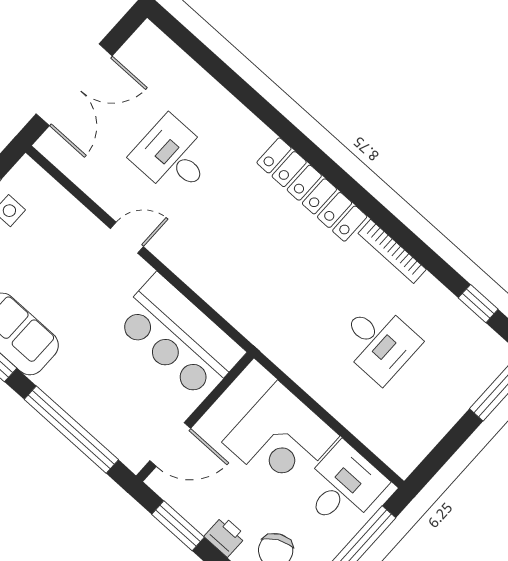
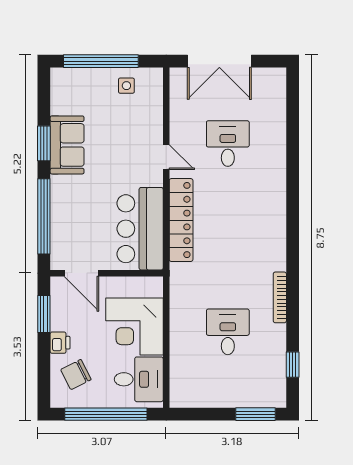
locker: (312, 190) -> (181, 220), moved, turned 180
desk: (379, 342) -> (228, 332), turned 180

